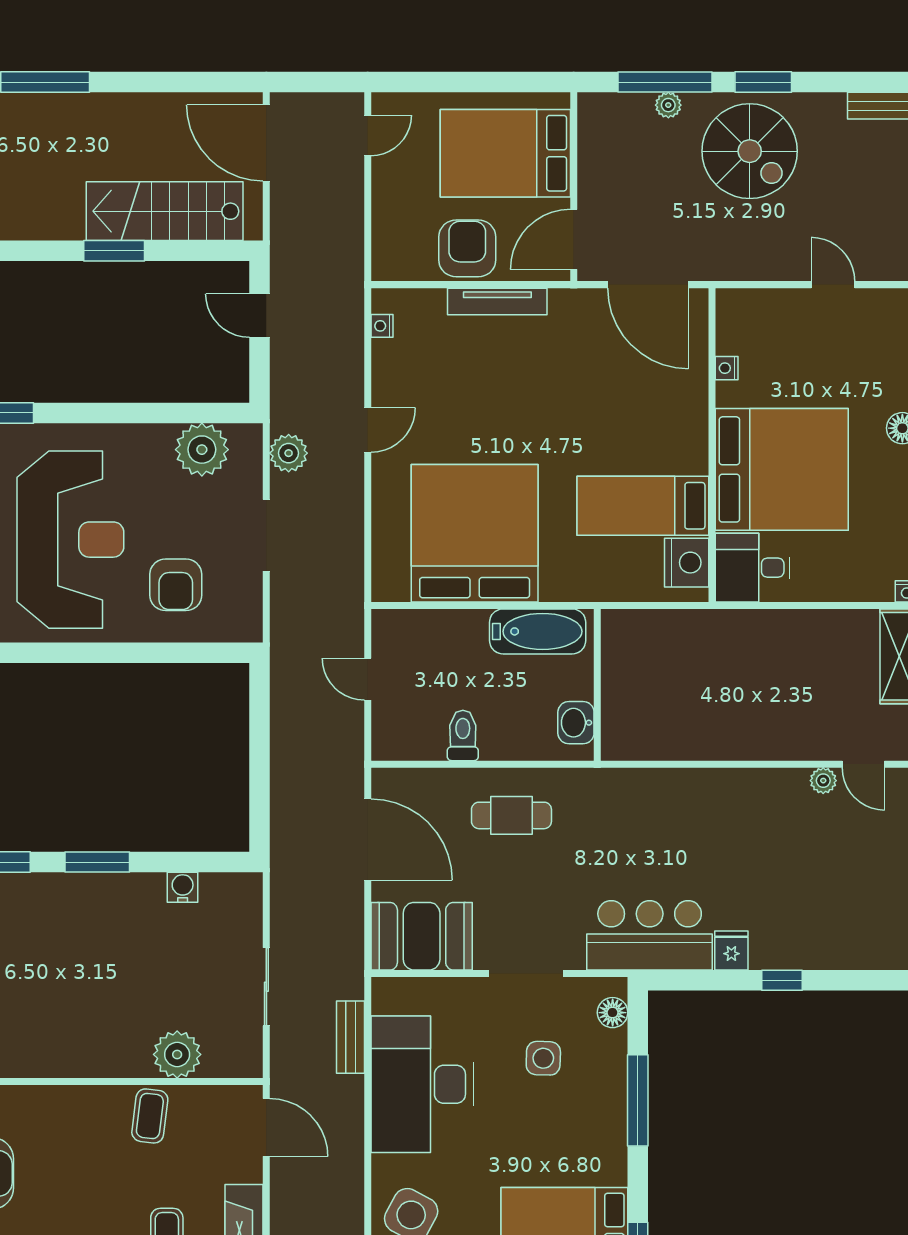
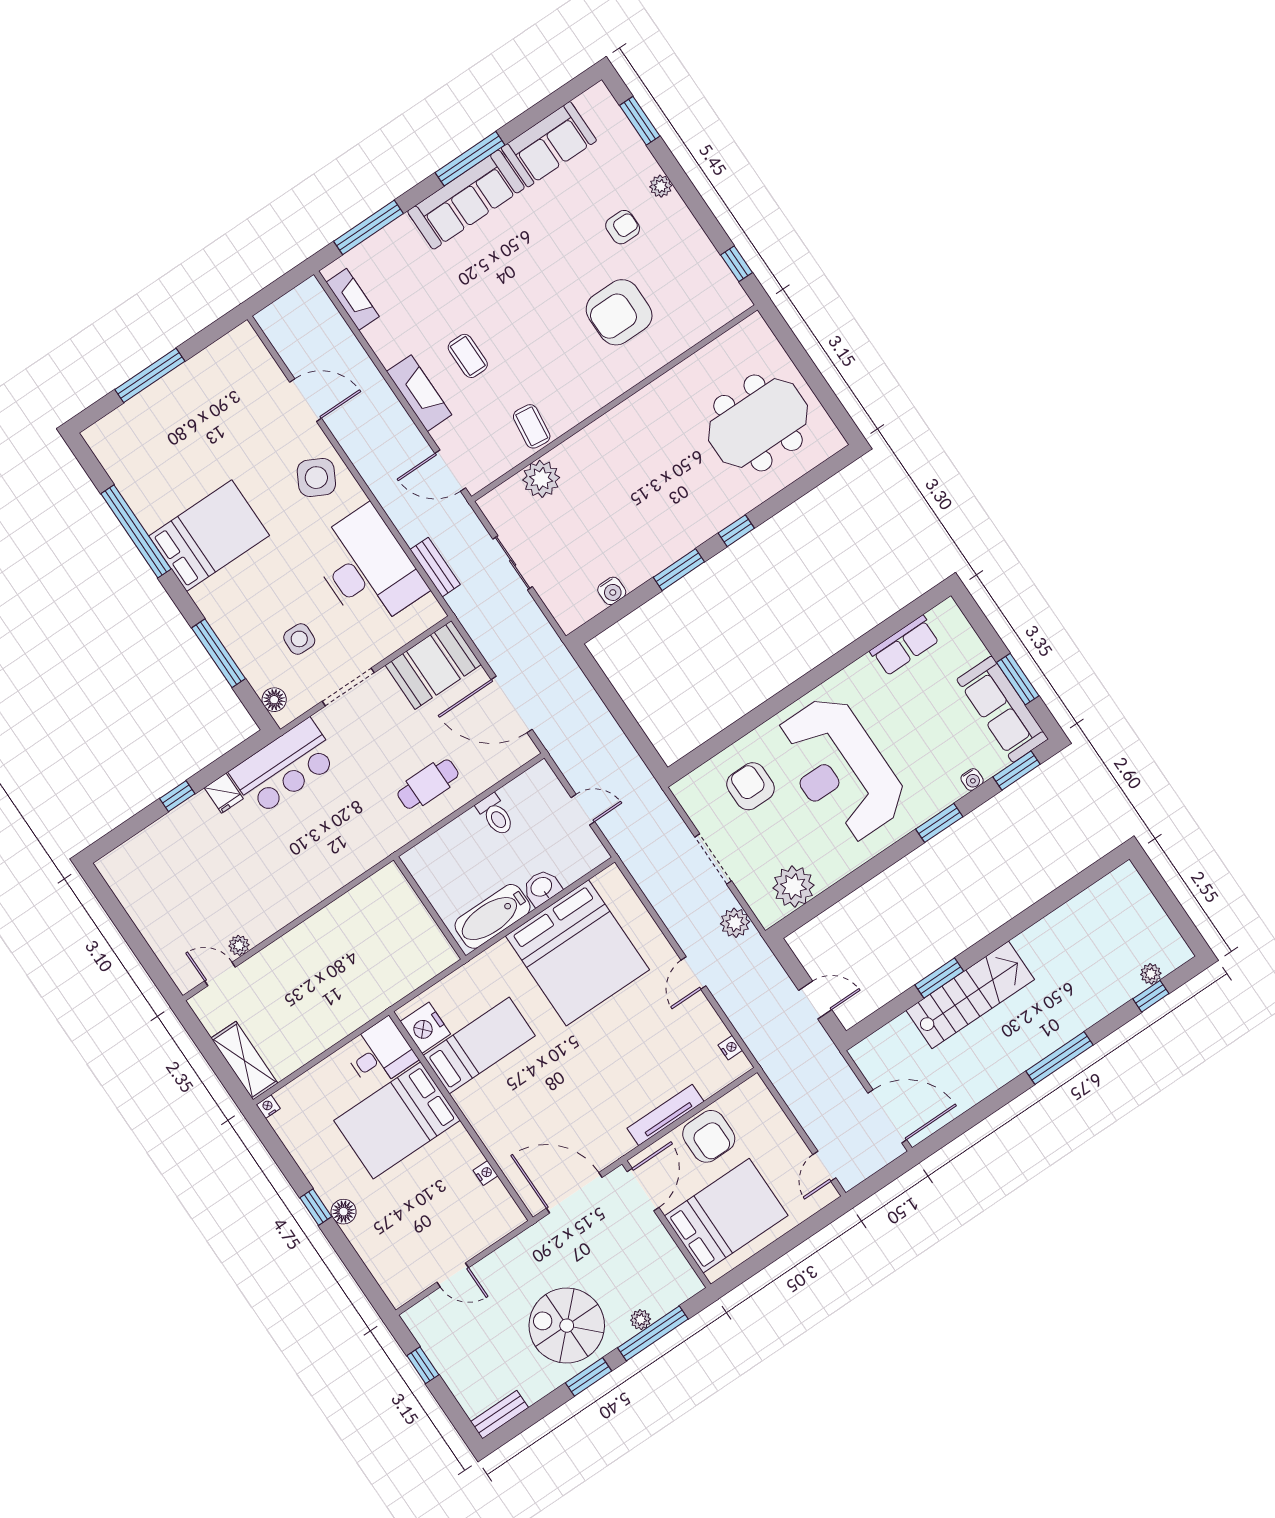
stairs: (165, 211) -> (970, 995), moved
bed: (782, 469) -> (397, 1120), width x0.73
washbasin: (576, 723) -> (542, 888), moved, turned -90

